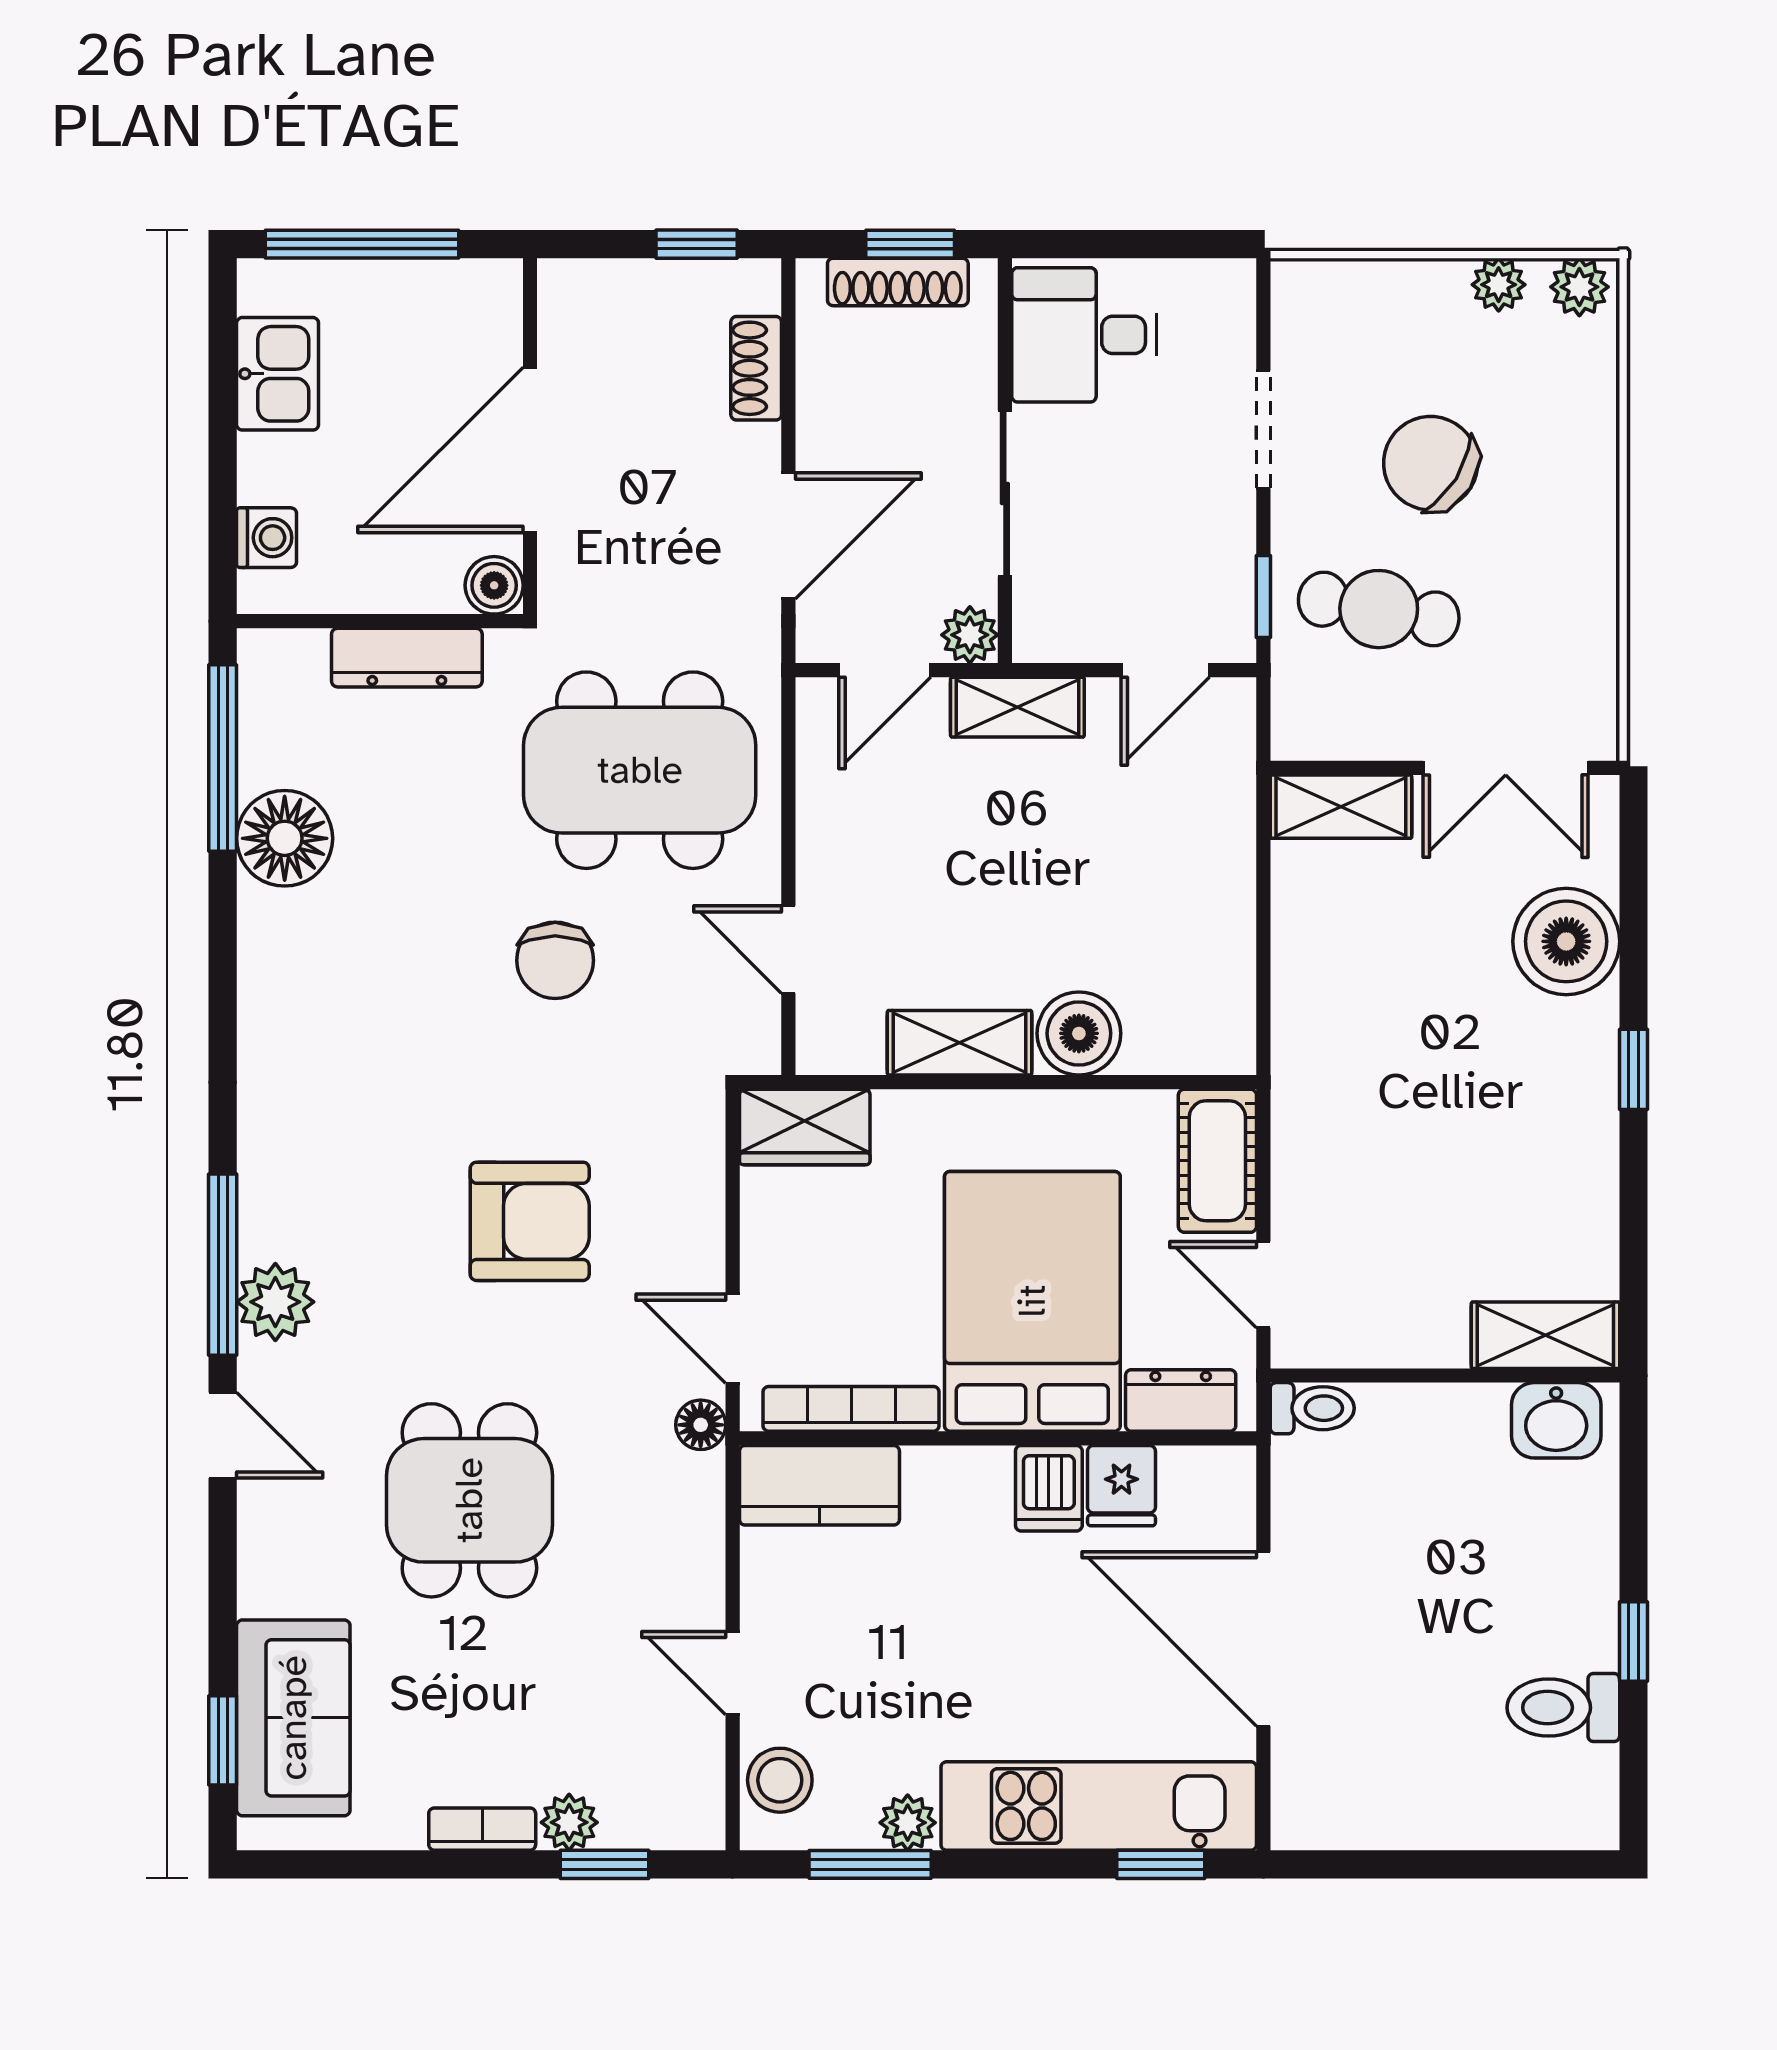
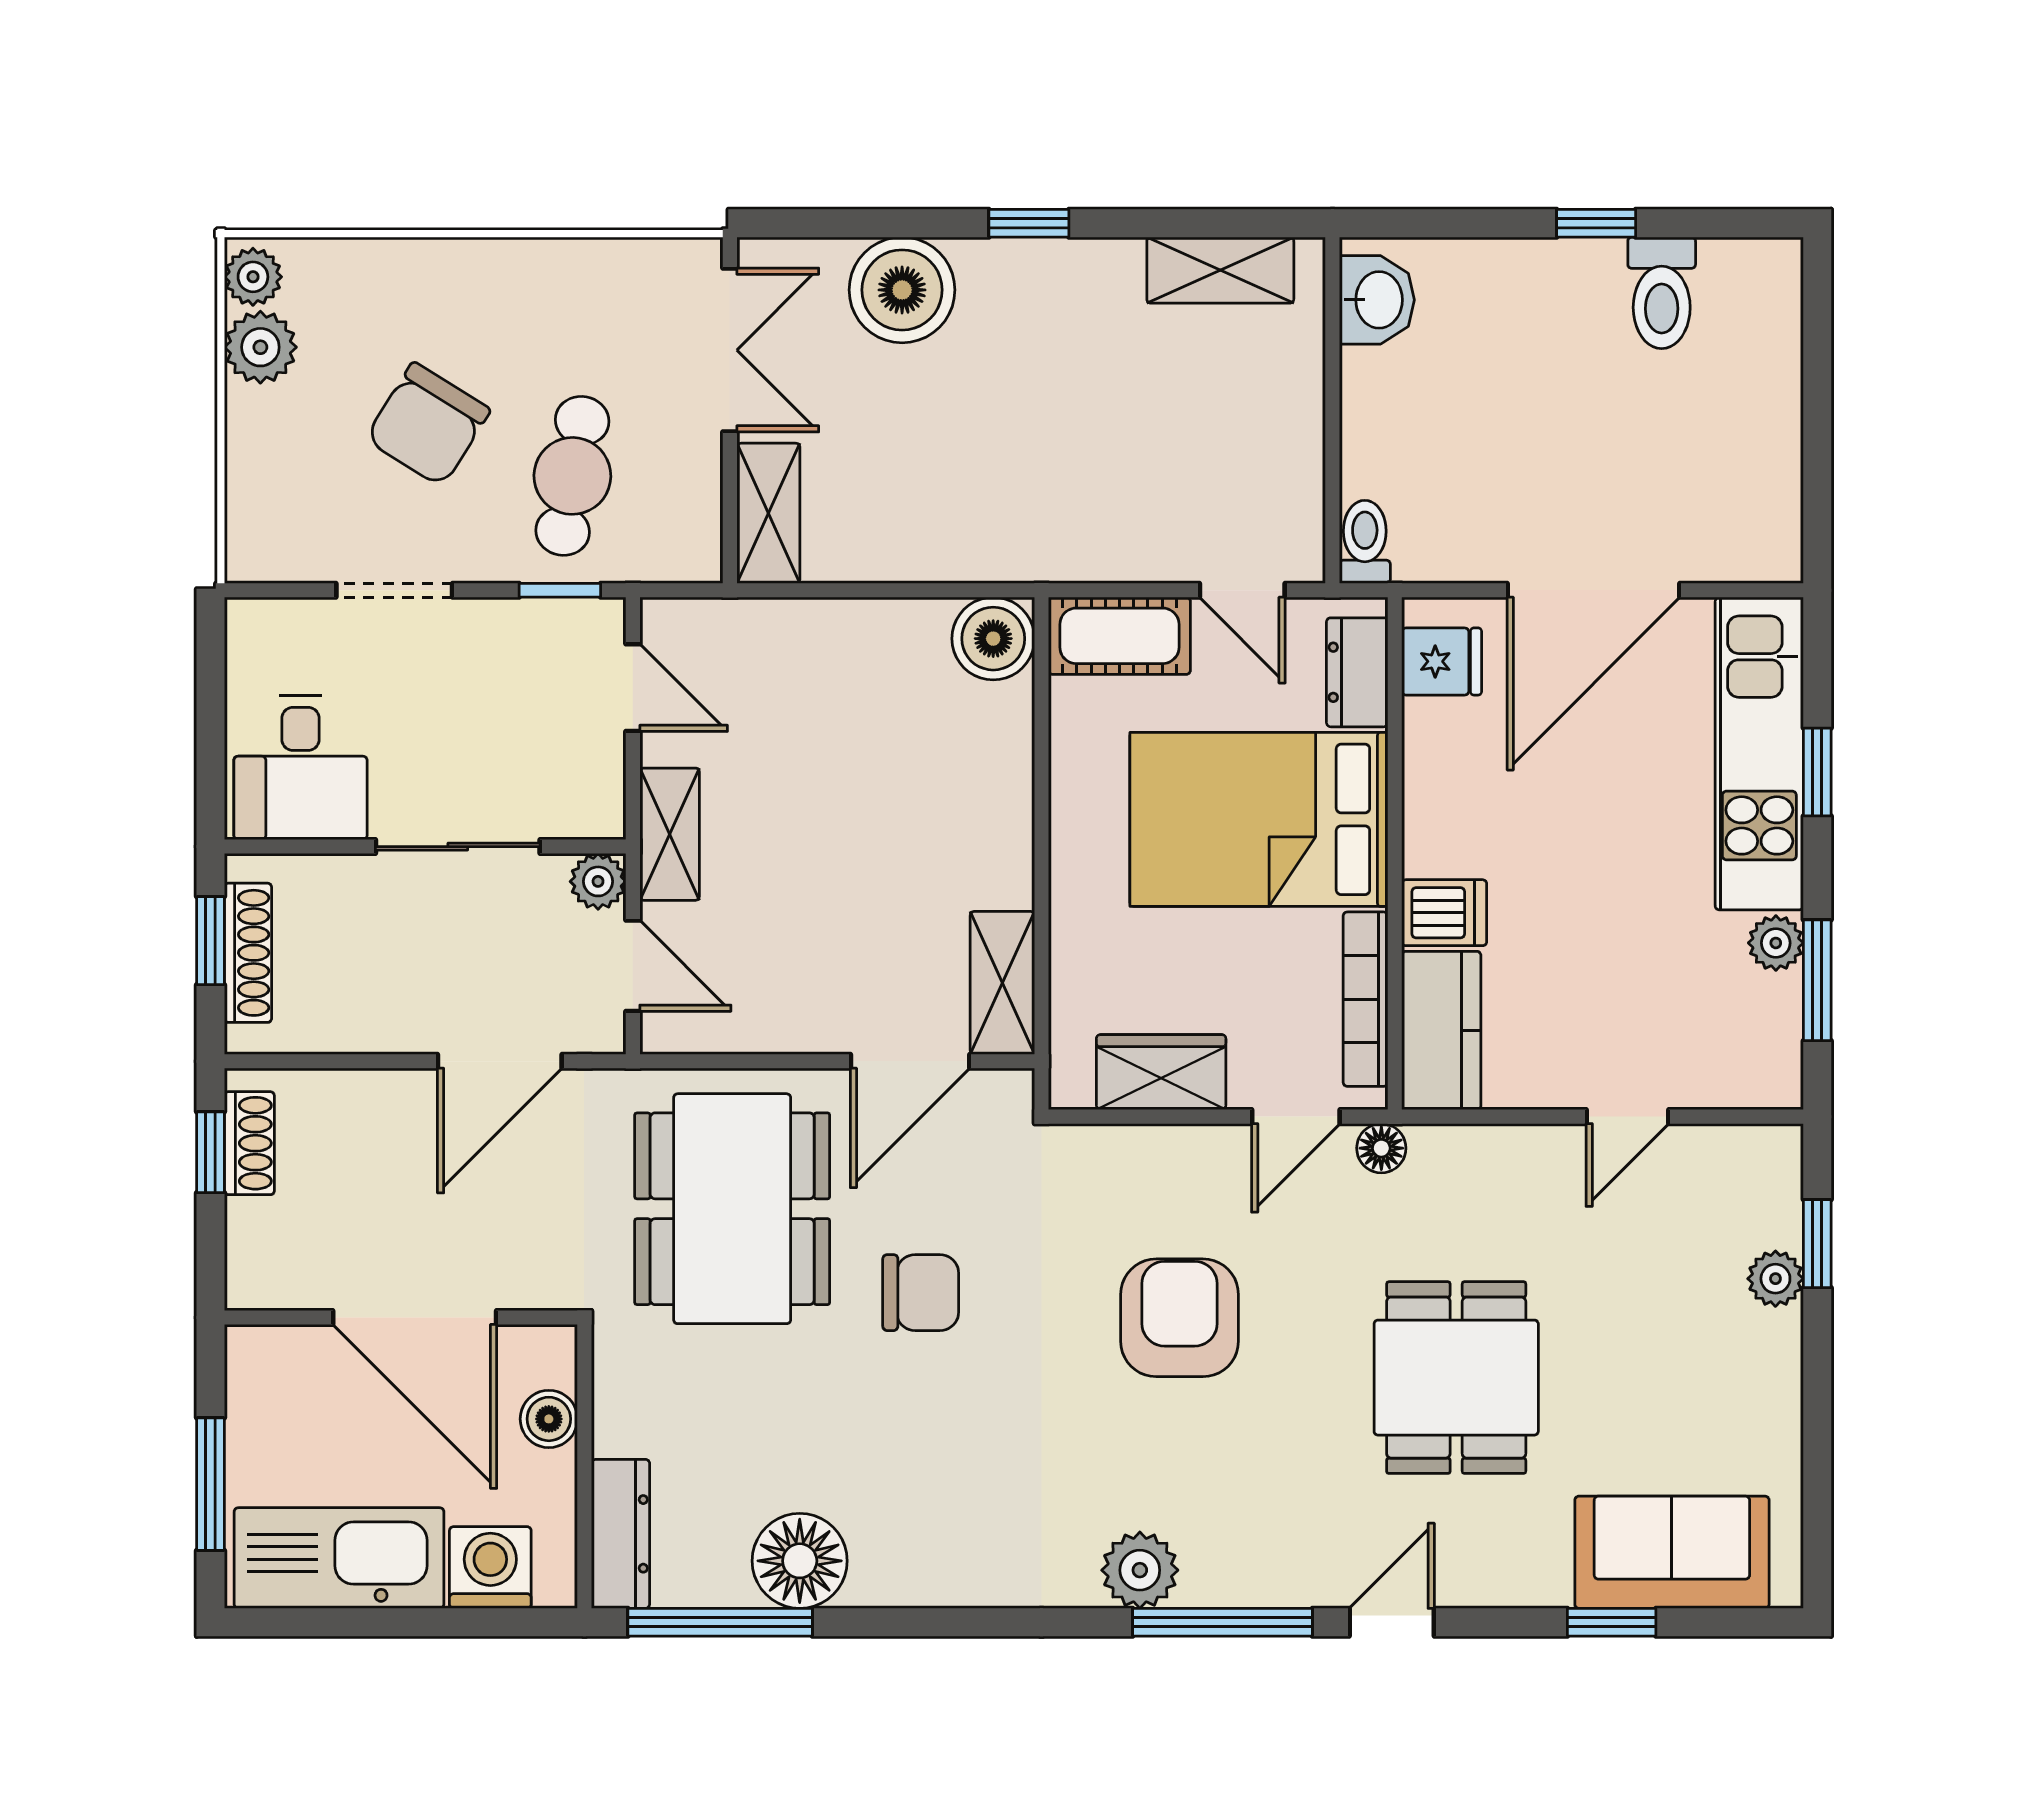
window: (362, 244) -> (210, 1484), width x0.69
plant: (1499, 285) -> (260, 347), width x1.38, depth x1.38
shoe rack: (756, 368) -> (249, 1143), moved, turned -90
kitchen sink: (278, 374) -> (339, 1558), width x1.88, depth x1.24
door: (788, 536) -> (500, 1061), swing flipped
washing machine: (267, 538) -> (490, 1568), width x1.38, depth x1.38
boiler: (494, 585) -> (549, 1419), moved
dresser: (407, 658) -> (621, 1534), moved
door: (788, 950) -> (910, 1061), width x1.38
boiler: (1079, 1033) -> (993, 639), moved
shelving: (960, 1043) -> (1002, 983), moved
wardrobe: (805, 1127) -> (1161, 1072), moved, turned -90
door: (1263, 1285) -> (1242, 590), hinge flipped
plant: (275, 1302) -> (1140, 1570), moved
shelving: (1545, 1335) -> (1220, 270), moved, turned 90
fridge: (1121, 1486) -> (1442, 661), moved
dishwasher: (1049, 1488) -> (1444, 913), moved
dining table: (469, 1500) -> (1456, 1378), turned 90
window: (223, 1740) -> (1612, 1622), moved
stool: (780, 1780) -> (1734, 1070), removed
bookcase: (482, 1829) -> (1782, 1365), removed
window: (1161, 1864) -> (1817, 772), moved

